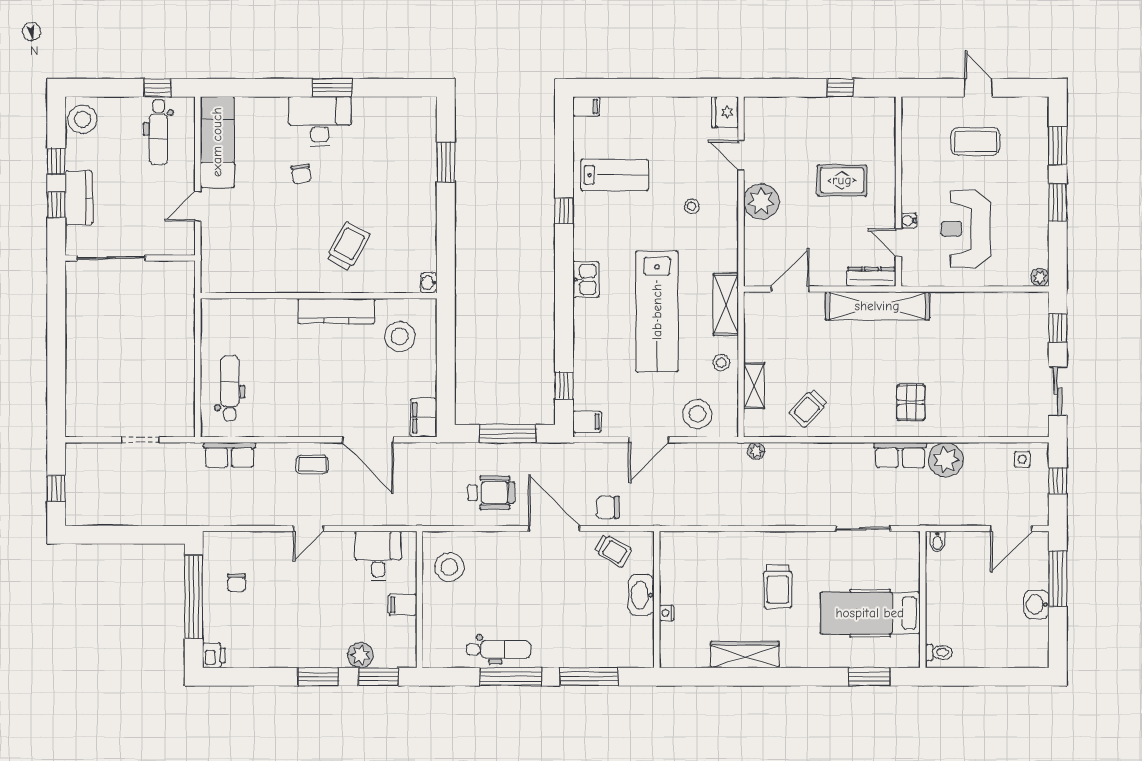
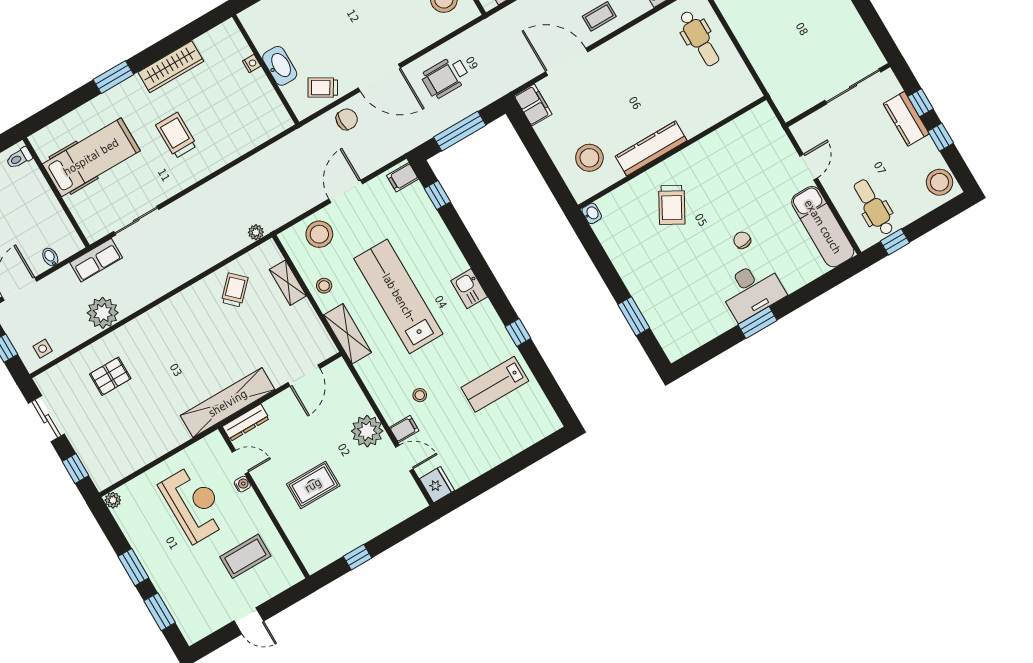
filing cabinet: (586, 106) -> (404, 429), moved, turned 180
coffee table: (975, 141) -> (245, 556), moved
pallet: (911, 402) -> (110, 376), moved, turned 90
row of seats: (900, 455) -> (96, 260), moved, turned 180
bidet: (937, 542) -> (50, 257), moved
window: (869, 677) -> (113, 77), moved

